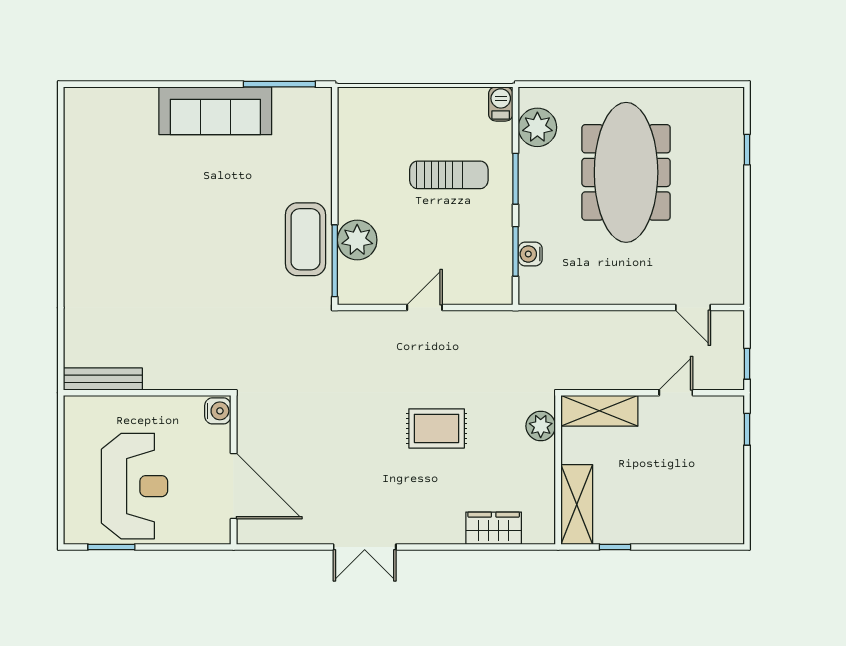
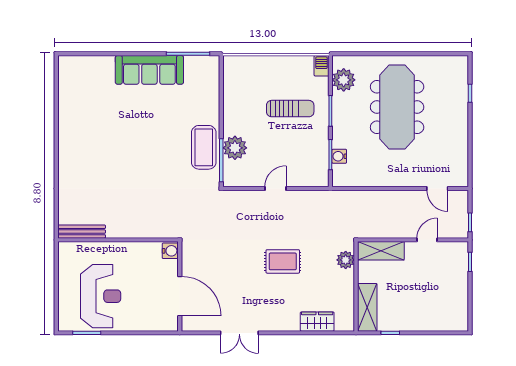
water cooler: (218, 411) -> (170, 251), moved
wall: (234, 470) -> (180, 286), moved
door: (234, 486) -> (180, 296), moved

